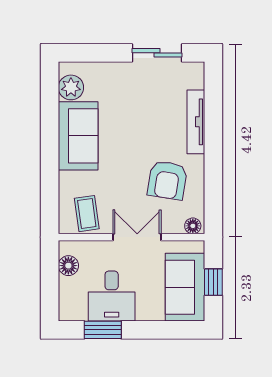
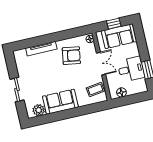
sliding door: (157, 53) -> (17, 90), moved
double door: (137, 237) -> (101, 64), swing flipped

